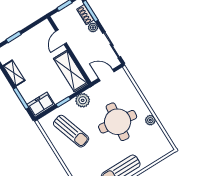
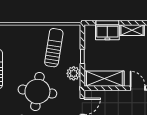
freezer: (41, 105) -> (107, 32), moved, turned 90
sun lounger: (71, 131) -> (54, 48), turned 117

